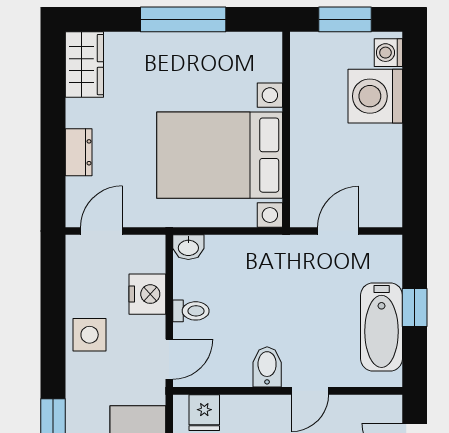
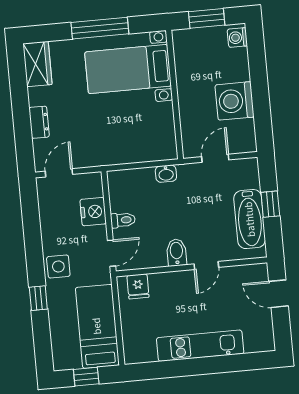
washing machine: (375, 96) -> (235, 101), moved
bed with nightstands: (220, 155) -> (128, 69), moved, width x0.73
washbasin: (188, 247) -> (166, 174), moved
side table: (90, 335) -> (58, 266), moved

